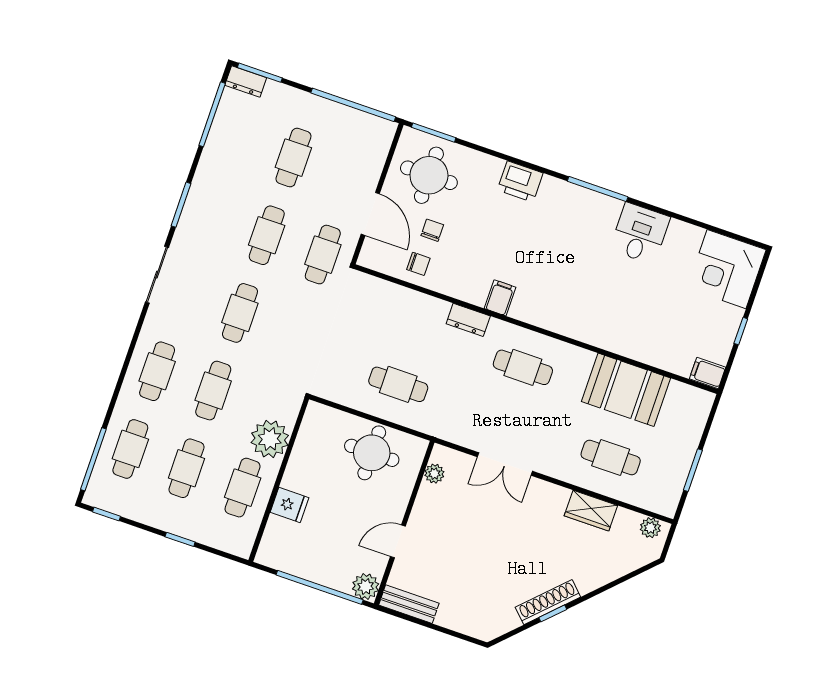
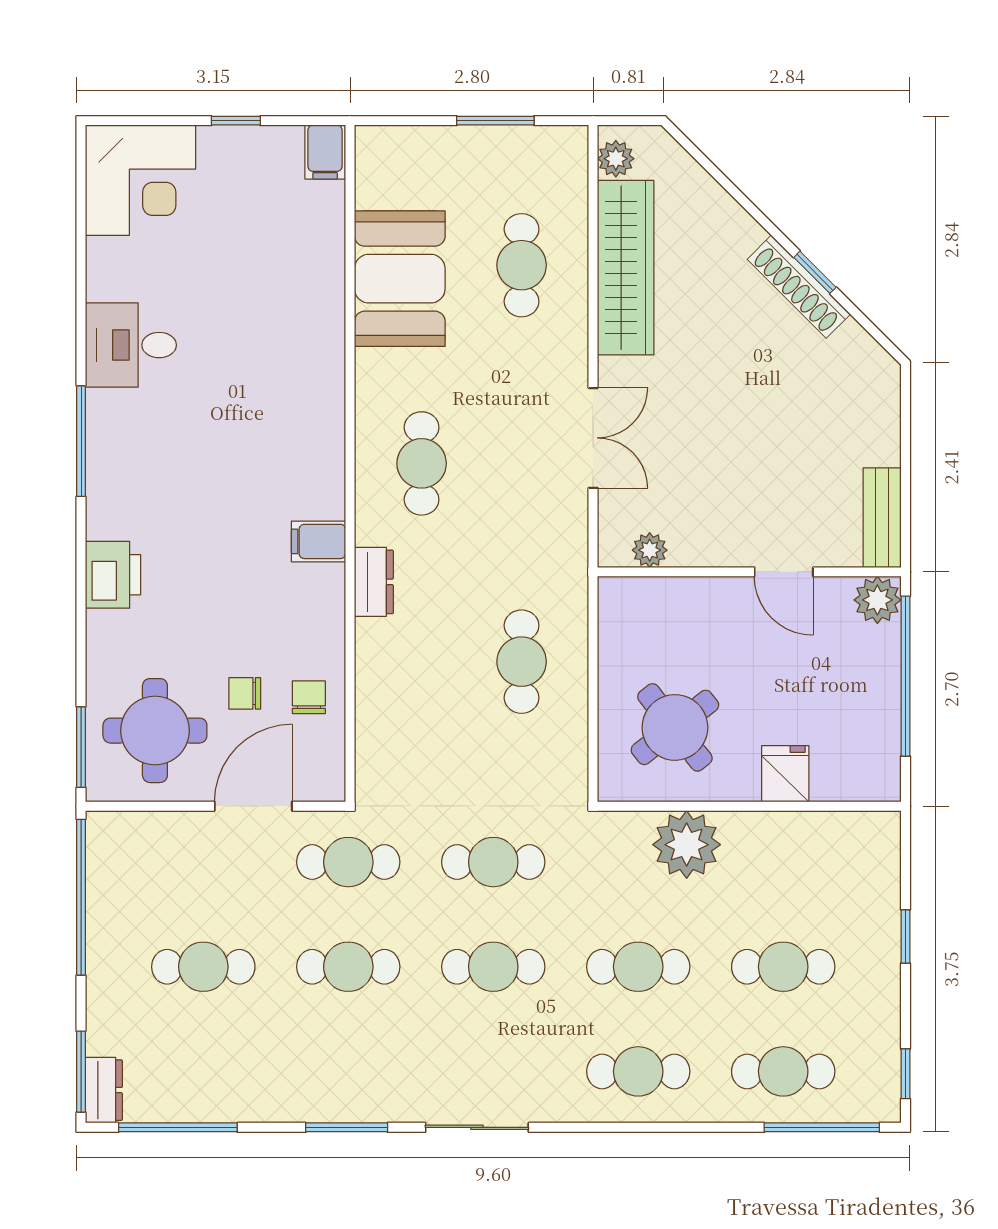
round table: (372, 453) -> (675, 727), moved, turned -38
cafe table: (243, 488) -> (493, 862), moved
wardrobe: (591, 511) -> (626, 268), width x2.10, depth x1.17

